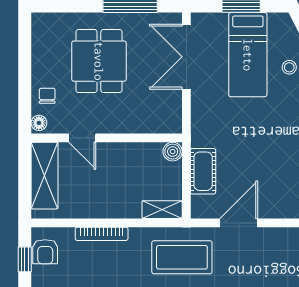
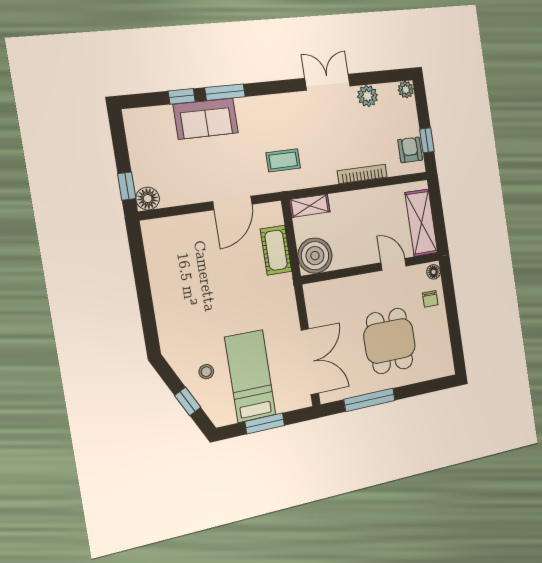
boiler: (173, 152) -> (315, 256), width x1.86, depth x1.86
coffee table: (182, 257) -> (283, 160), width x0.54, depth x0.58

